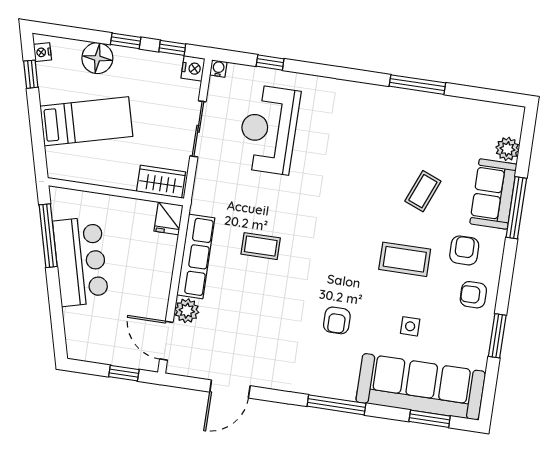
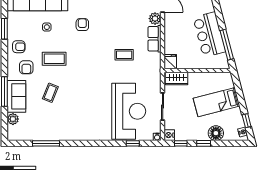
window: (417, 85) -> (46, 143), moved
reception desk: (269, 129) -> (129, 111), width x1.36, depth x1.30
row of seats: (196, 256) -> (154, 39), width x0.68

